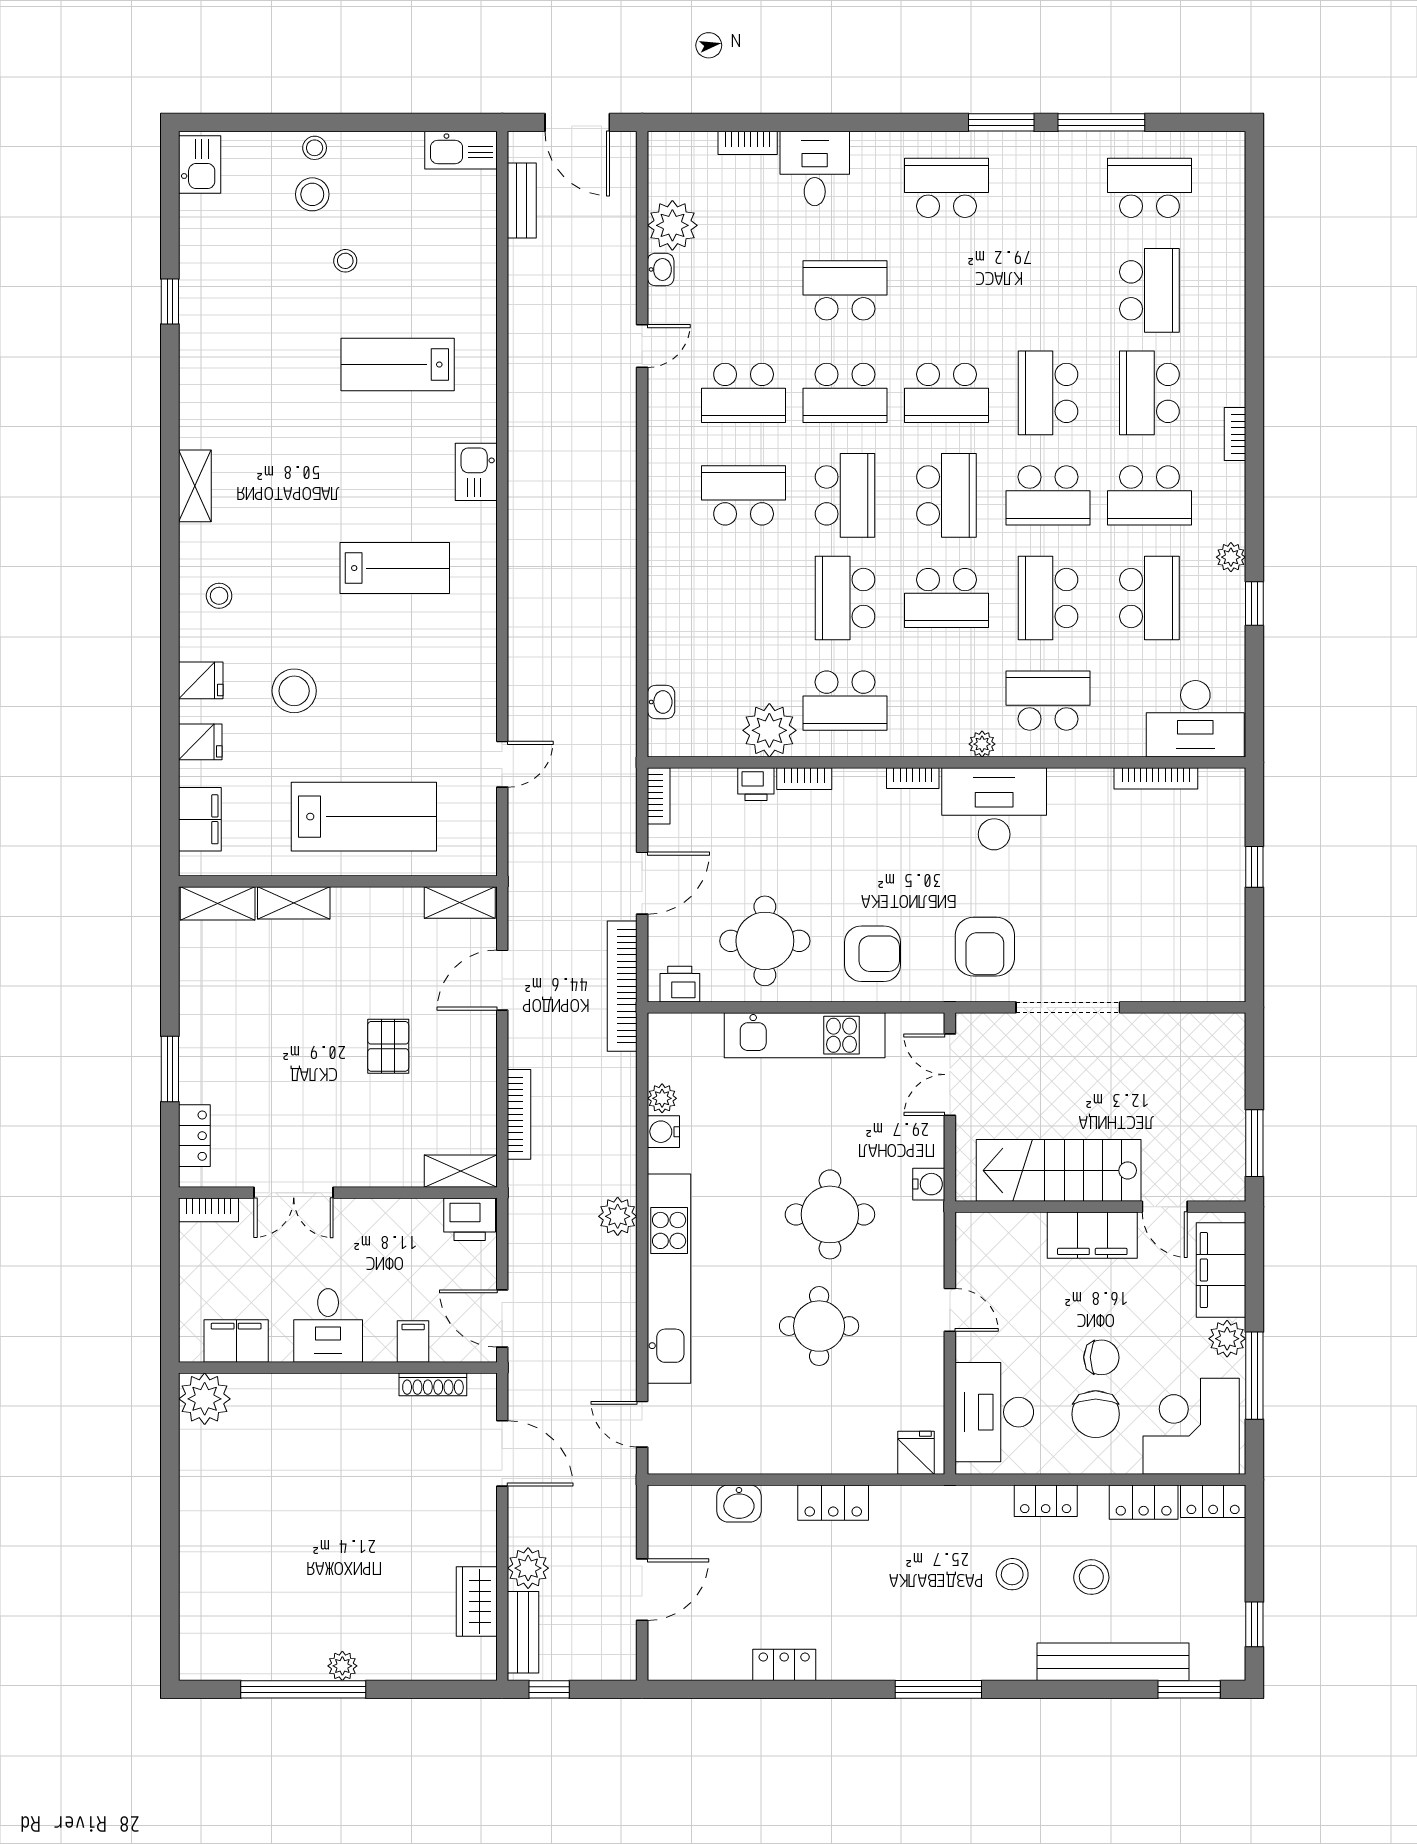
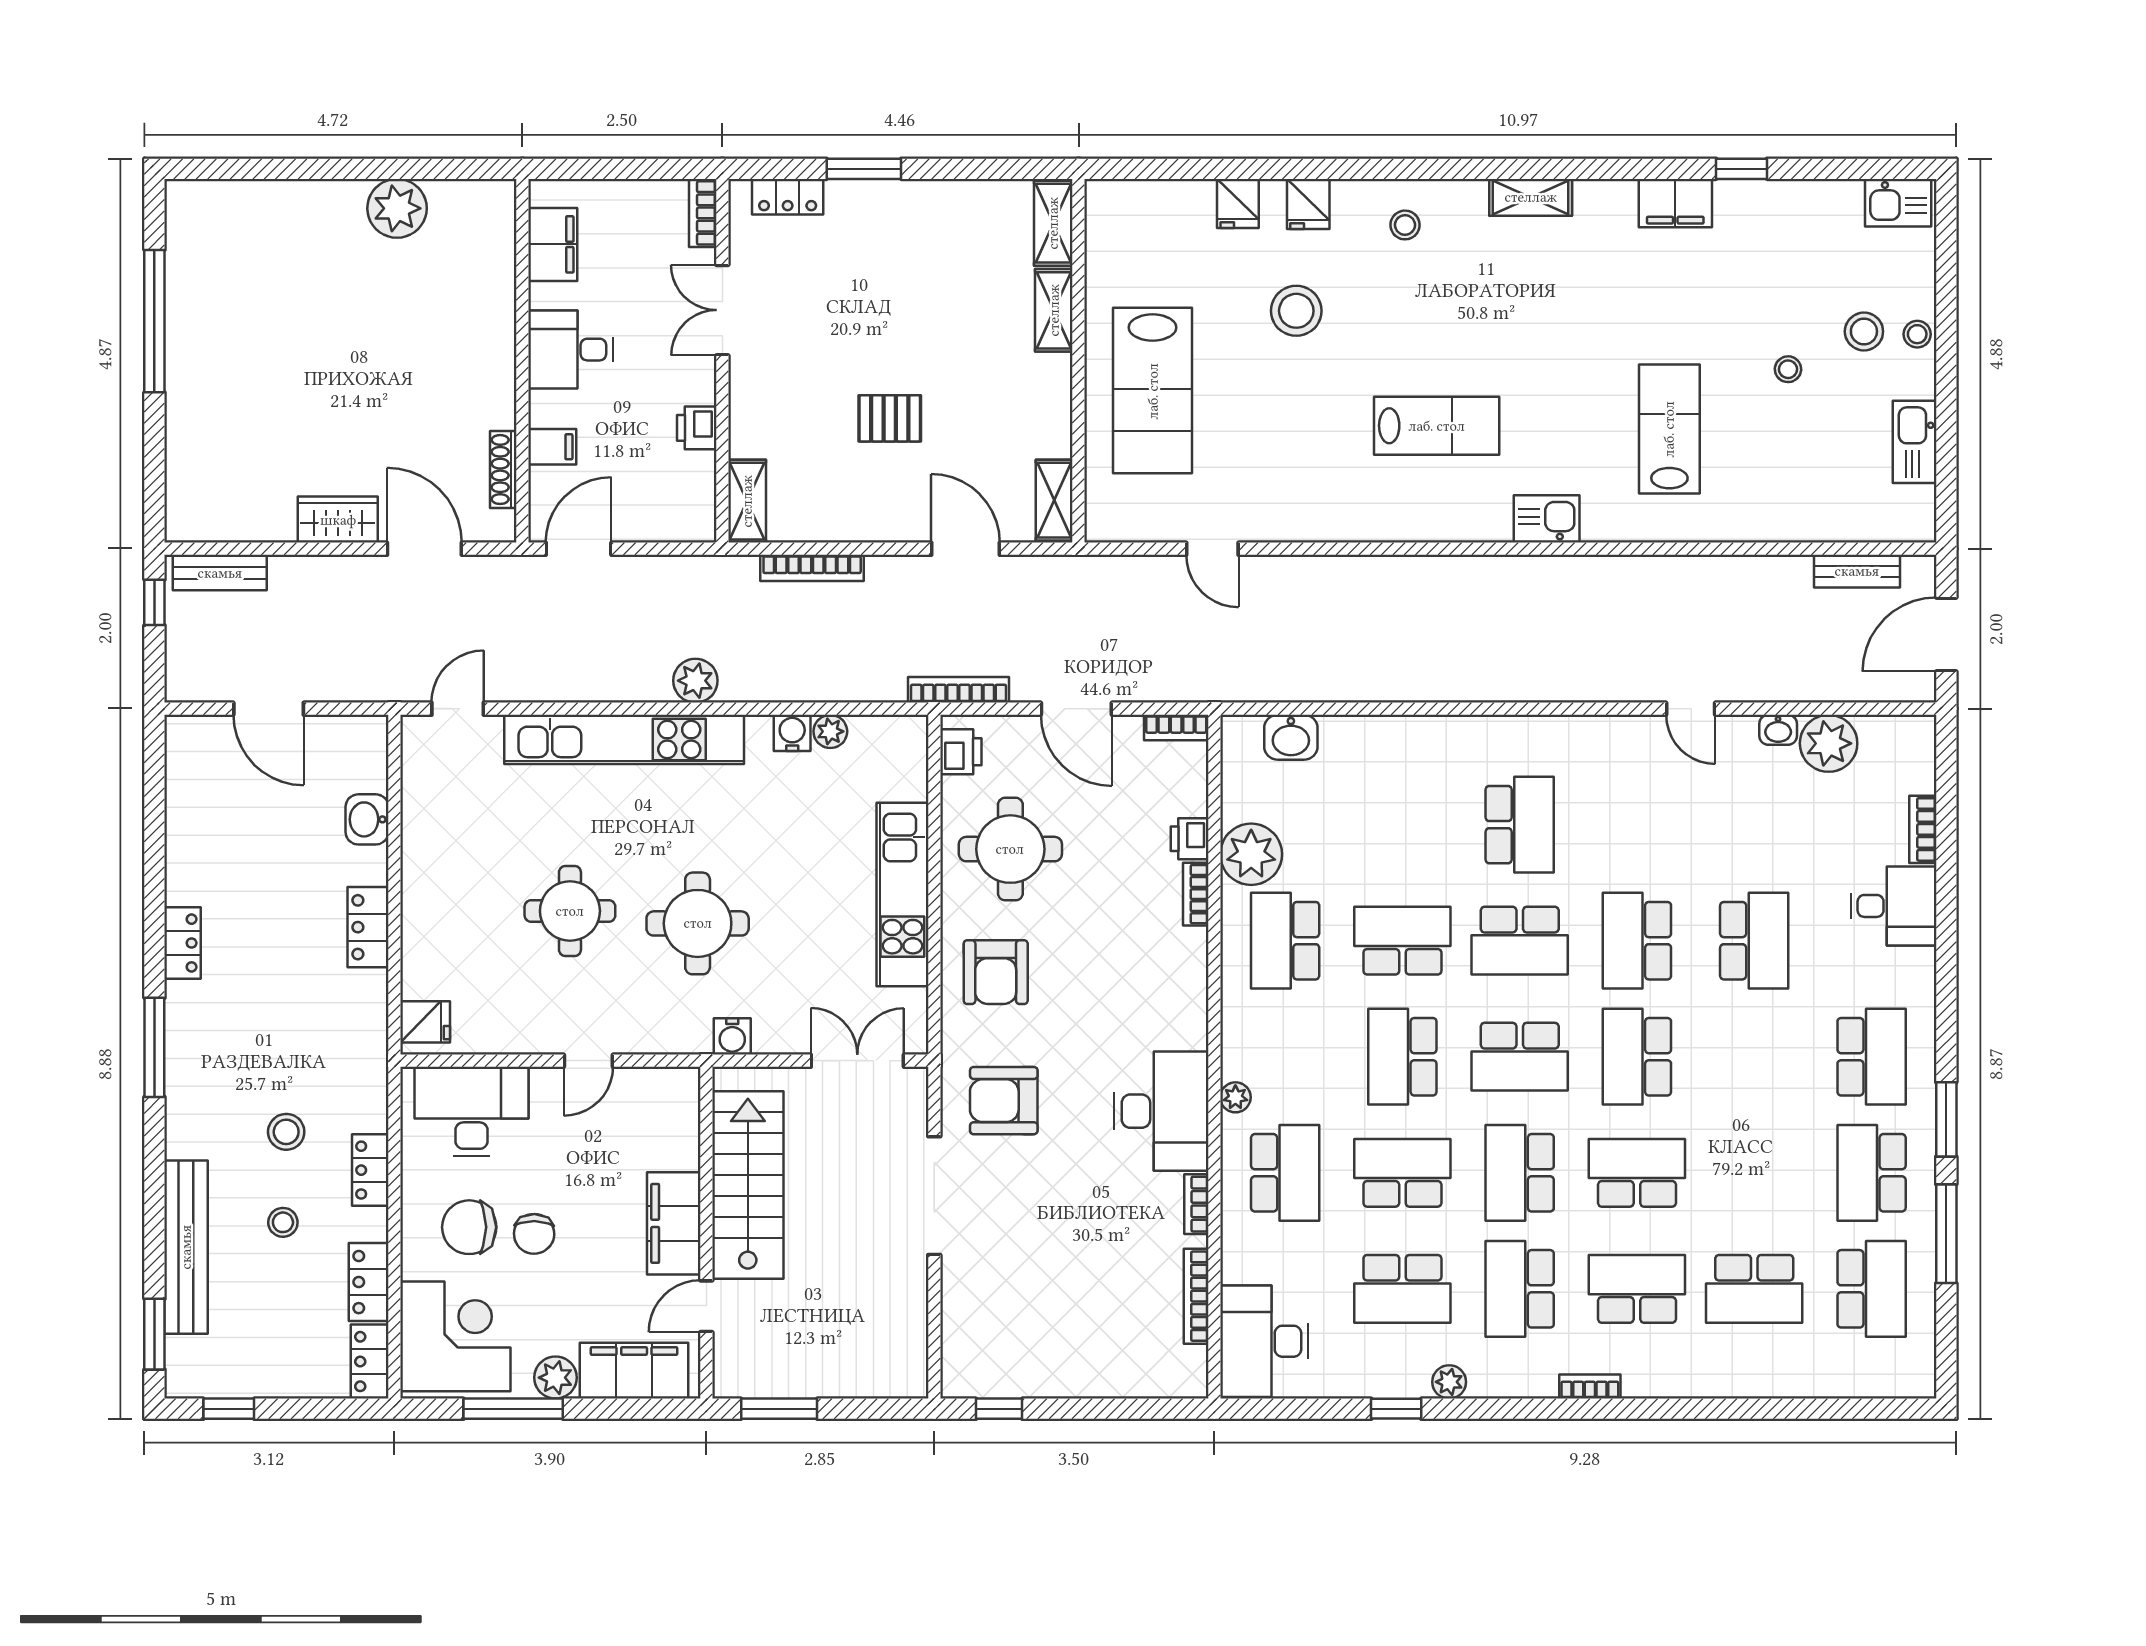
kitchen sink: (461, 150) -> (1915, 442), moved
school desk: (744, 393) -> (1872, 1173), moved
lab bench: (395, 568) -> (1437, 426), turned -90
washbasin: (661, 702) -> (1291, 737), width x1.38, depth x1.45
bookcase: (913, 778) -> (1196, 1204), moved
filing cabinet: (200, 819) -> (1675, 203), moved
window: (1254, 867) -> (999, 1409), moved
bookcase: (622, 986) -> (959, 690), width x0.68, depth x0.76
printer: (470, 1219) -> (697, 428), moved, width x0.73, depth x0.81
plant: (205, 1399) -> (397, 208), moved
door: (502, 1453) -> (424, 549), swing flipped
plant: (528, 1568) -> (293, 578), removed
stool: (1091, 1577) -> (283, 1222), width x0.73, depth x0.73
wardrobe: (477, 1601) -> (338, 520), moved
locker: (784, 1665) -> (182, 943), moved
plant: (342, 1666) -> (181, 366), removed

